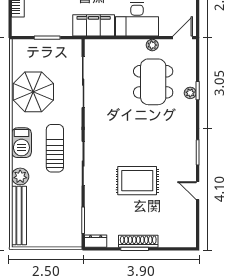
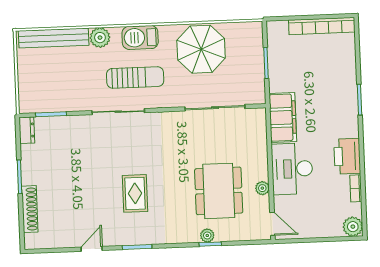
dining table: (153, 82) -> (219, 191), turned 90
rug: (137, 181) -> (135, 193), moved, width x0.73, depth x0.70
shoe rack: (138, 241) -> (30, 209), moved

